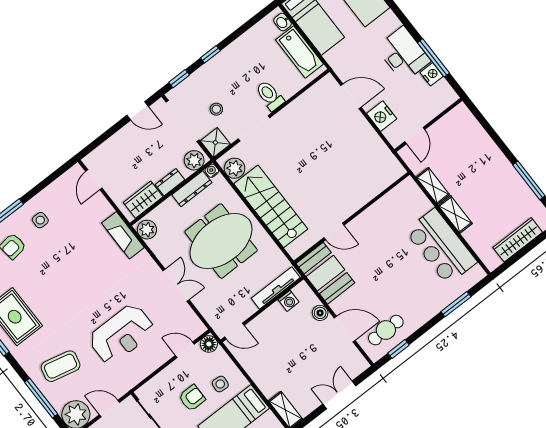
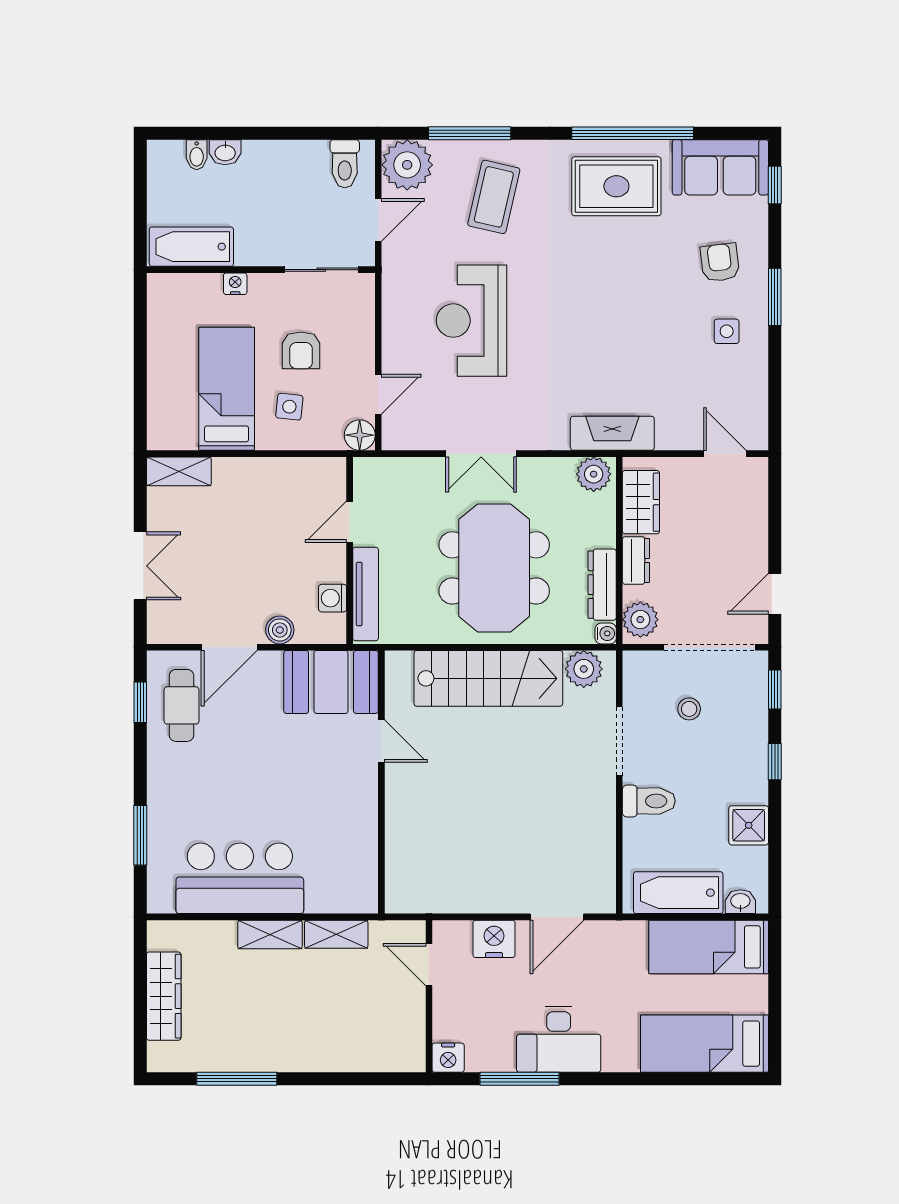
nightstand: (432, 74) -> (448, 1058), moved
shower: (215, 143) -> (749, 825), moved
door: (334, 232) -> (381, 741), swing flipped
door: (234, 331) -> (350, 522), moved

